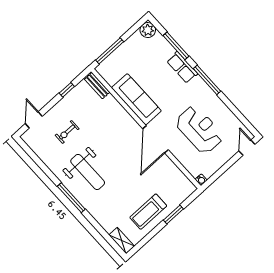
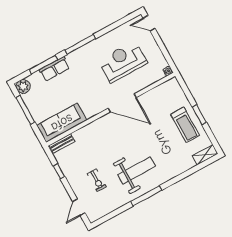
window: (110, 51) -> (25, 110), moved
row of seats: (182, 67) -> (55, 69), moved
sofa: (136, 99) -> (62, 123), moved
door: (34, 120) -> (79, 207), hinge flipped
window: (71, 198) -> (146, 196), moved
window: (173, 215) -> (199, 115), moved

